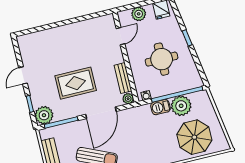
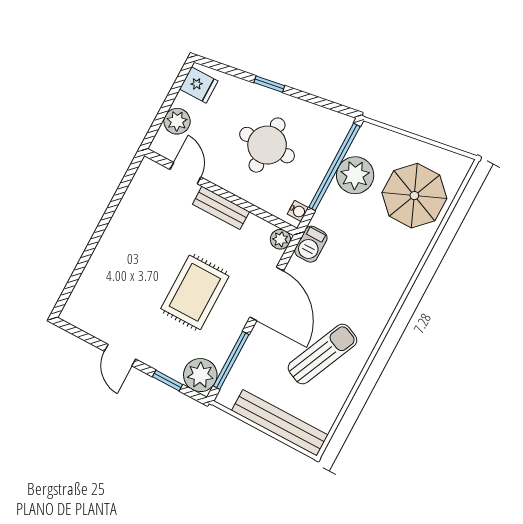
bench: (123, 78) -> (221, 208), moved
barbecue: (161, 107) -> (311, 244), moved

